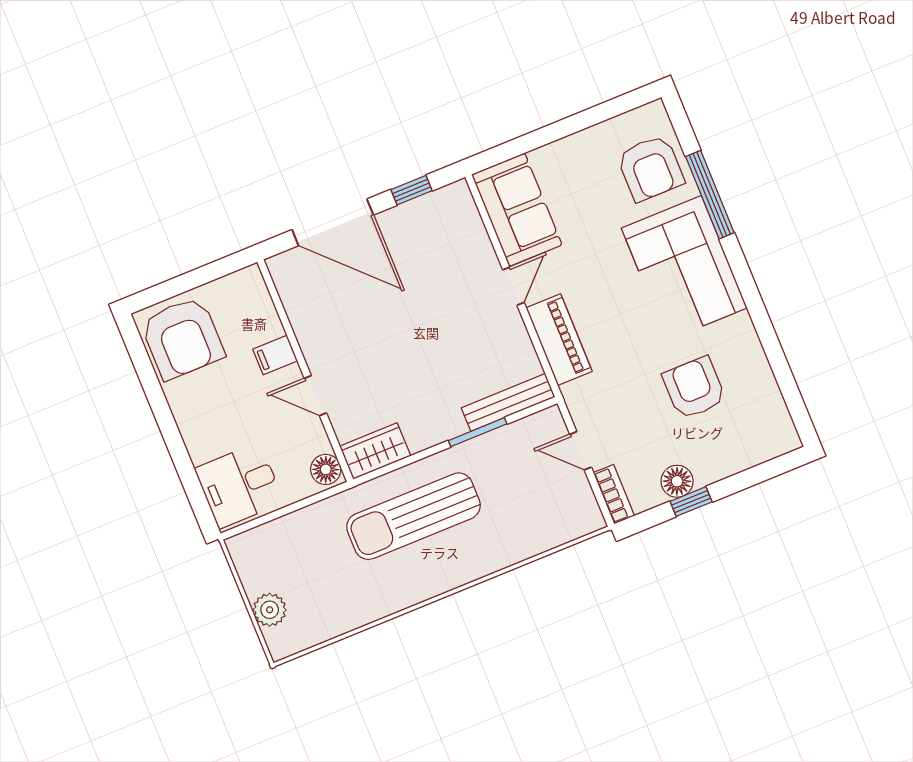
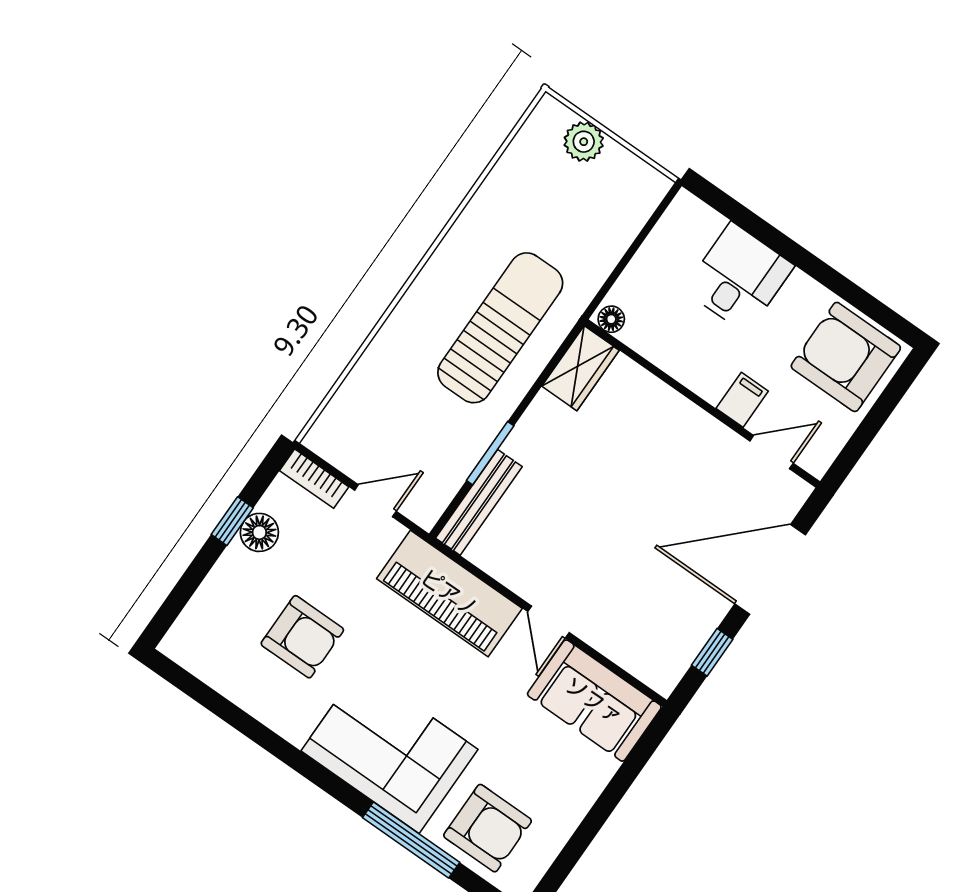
armchair: (650, 168) -> (488, 828), turned 180
piano: (559, 340) -> (449, 593), width x1.37, depth x1.33
door: (315, 396) -> (771, 452), moved
floor lamp: (326, 469) -> (611, 319), width x0.73, depth x0.73
desk: (239, 485) -> (739, 278), moved

